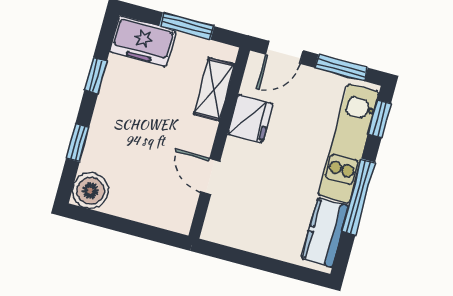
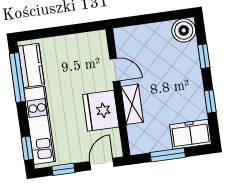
window: (341, 68) -> (63, 169), width x0.67
shelving: (214, 89) -> (132, 104), moved
fridge: (250, 119) -> (101, 111), width x1.36, depth x1.34
window: (358, 197) -> (17, 78), moved

